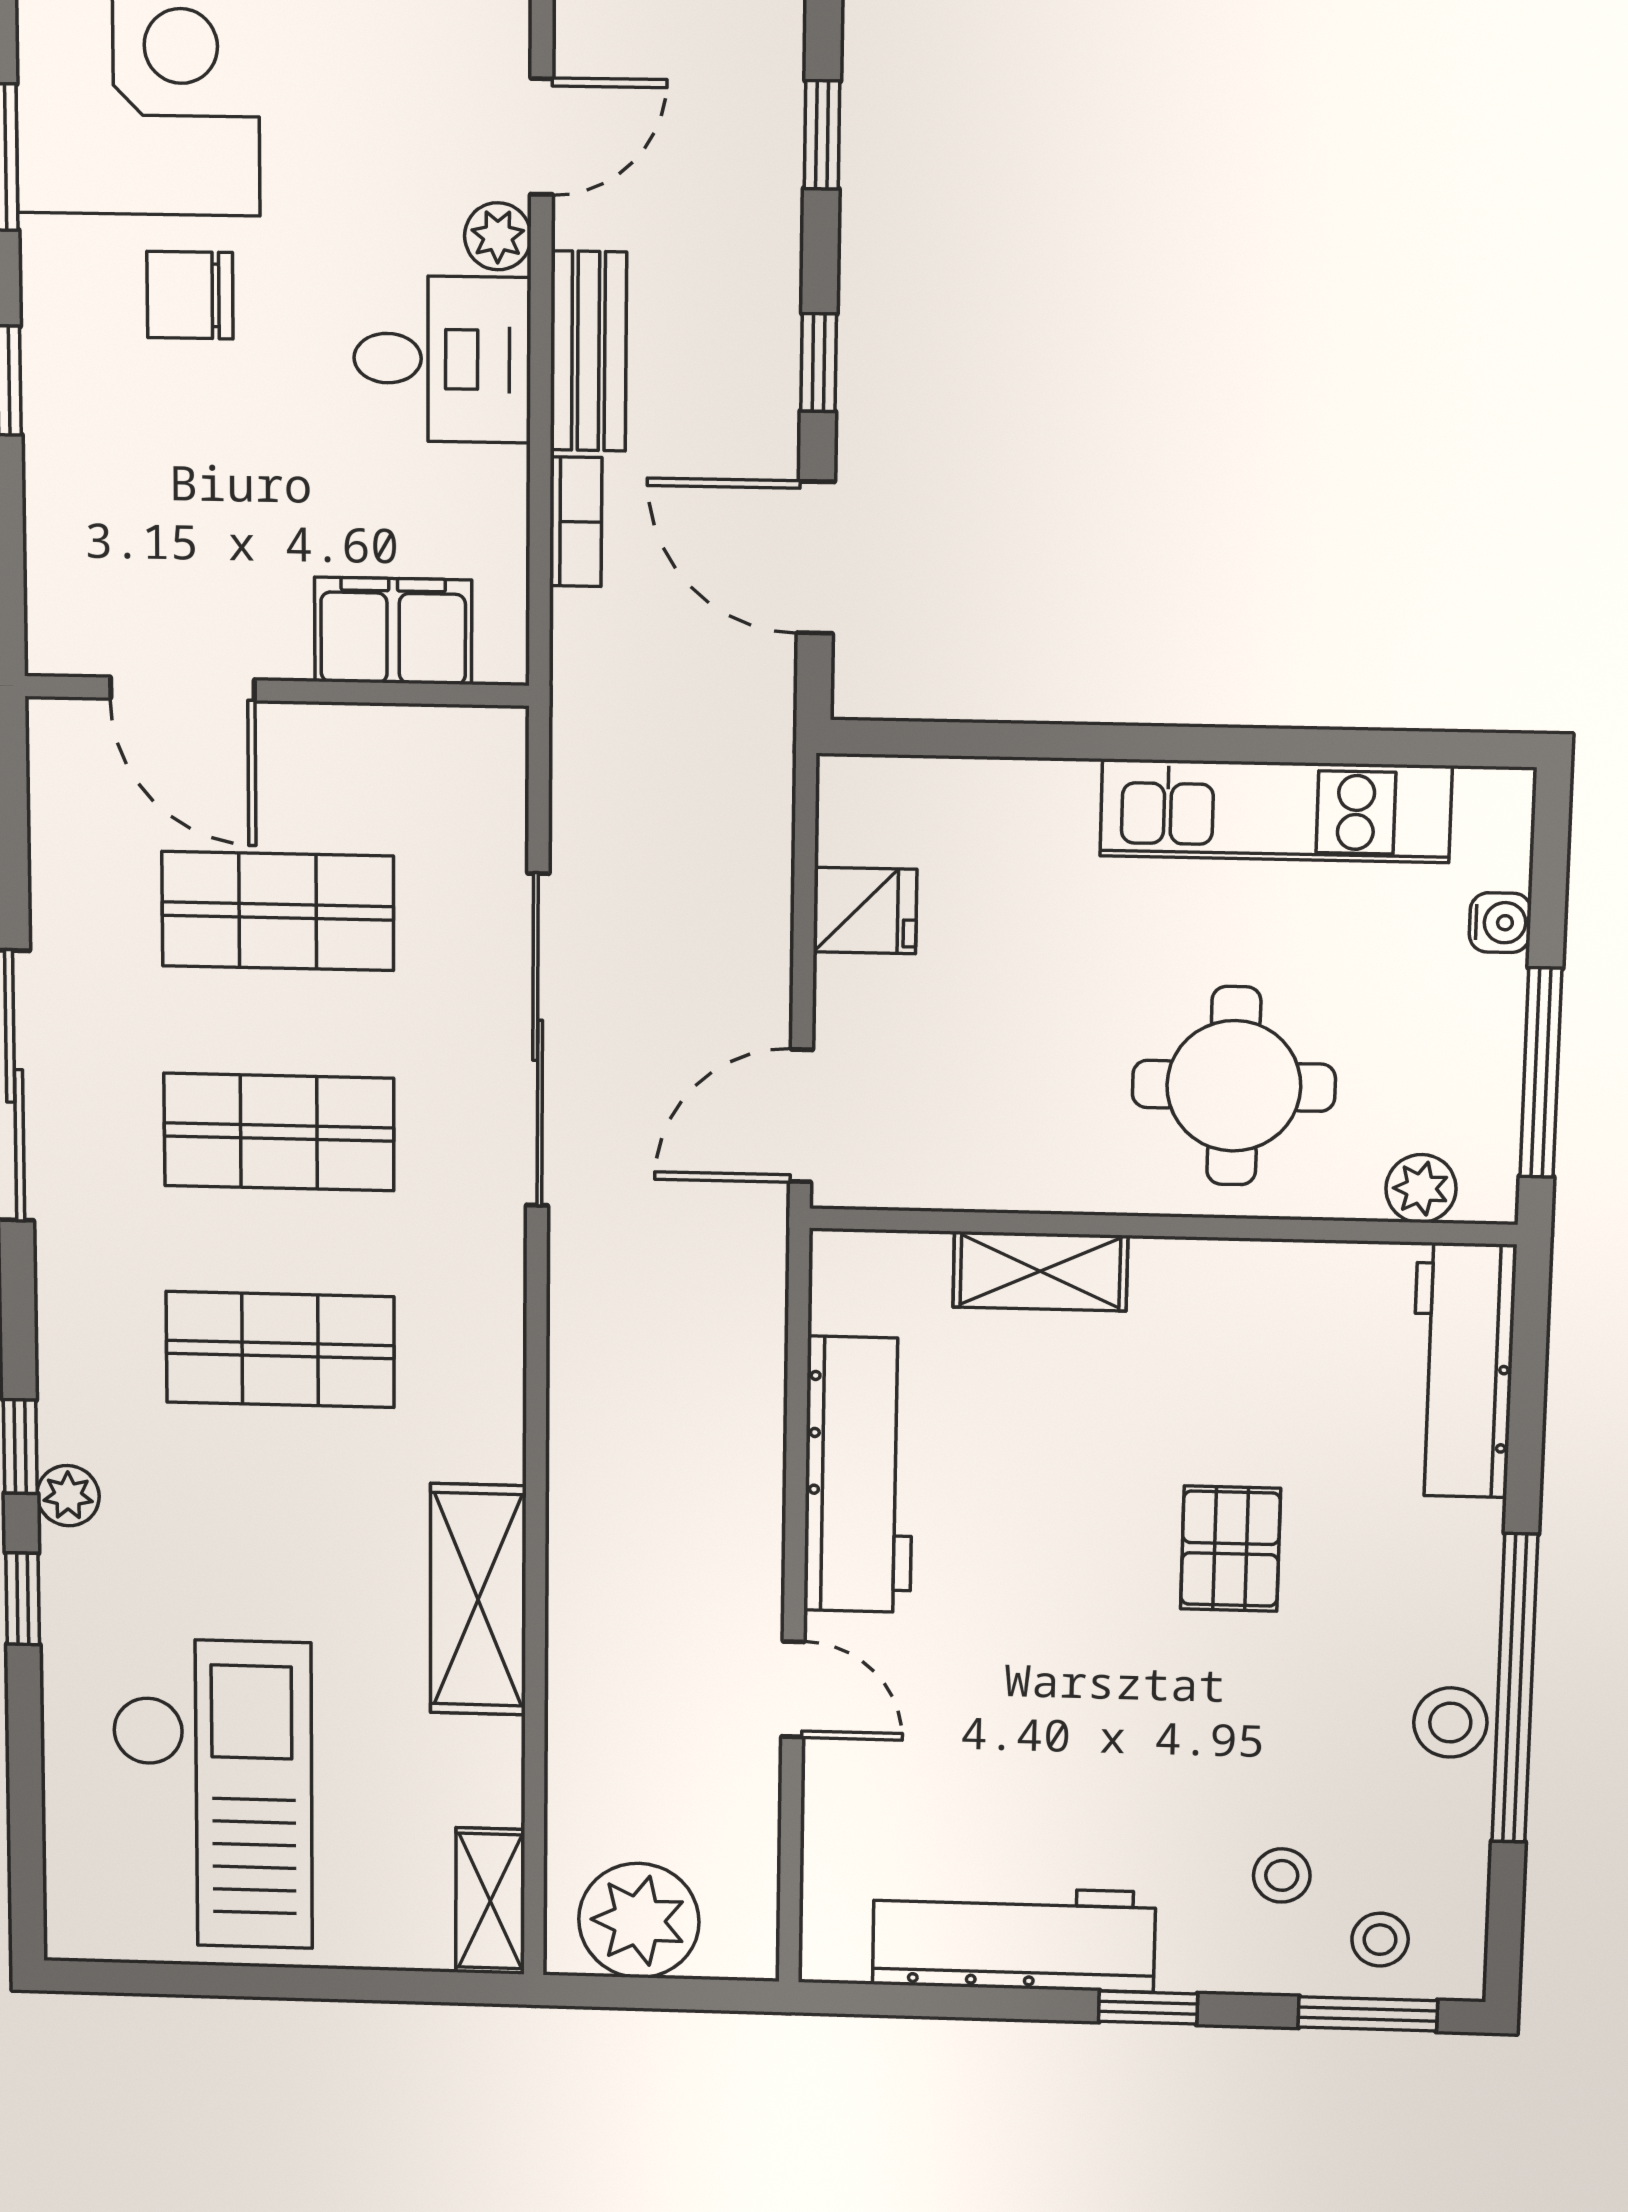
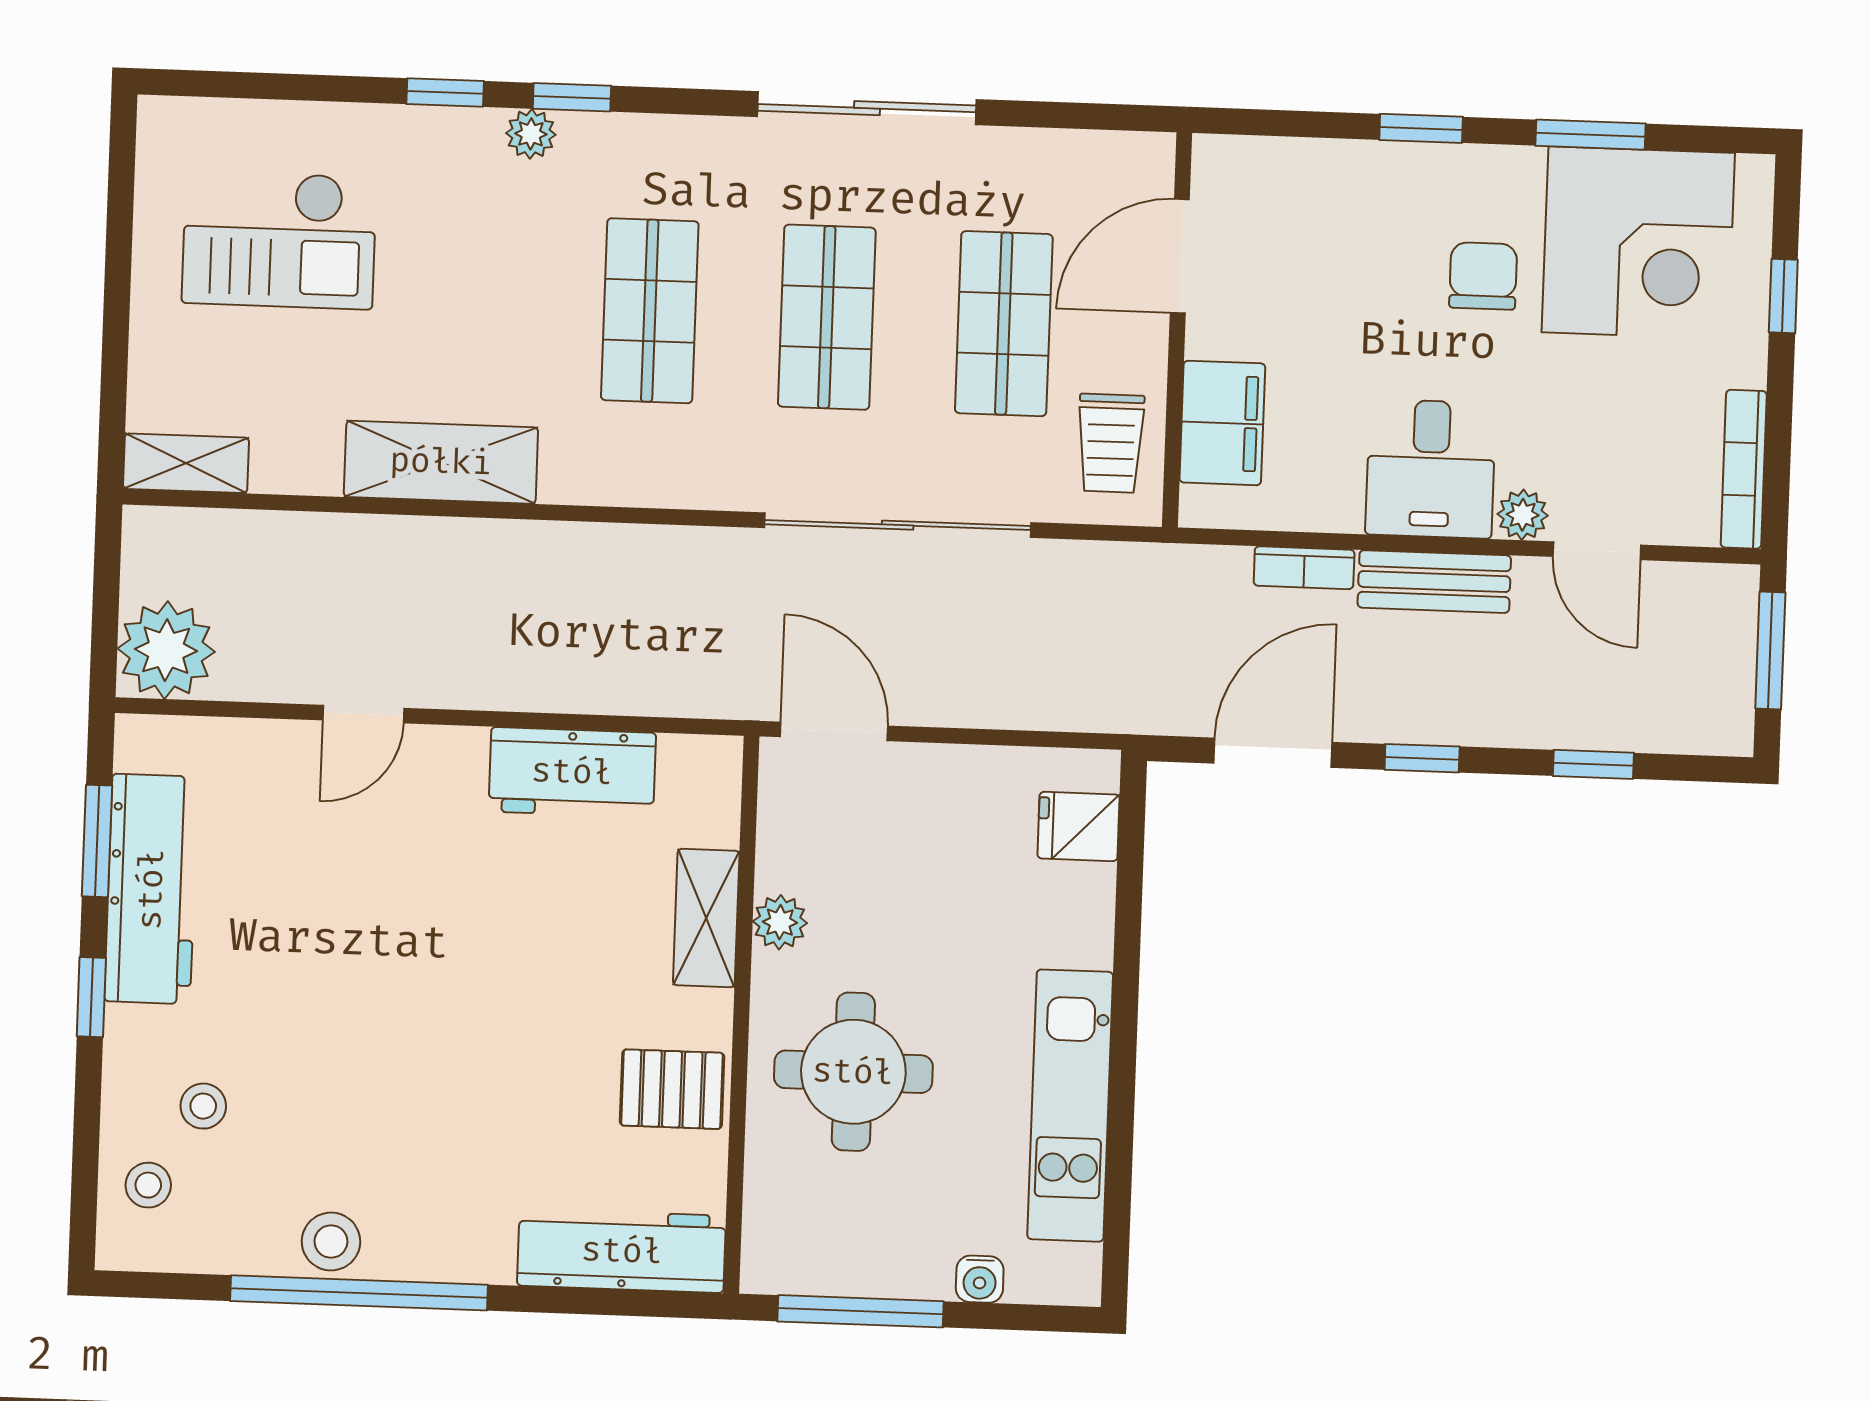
trolley: (424, 773) -> (1111, 443), added
fridge: (865, 911) -> (1079, 826), moved, turned 90
plant: (1421, 1189) -> (780, 922), moved
workbench: (859, 1475) -> (572, 772), width x0.73
pallet: (1230, 1549) -> (672, 1089), moved
checkout: (212, 1794) -> (279, 240), width x0.73, depth x0.83
plant: (639, 1921) -> (166, 650), moved
window: (1368, 2014) -> (97, 841), moved

